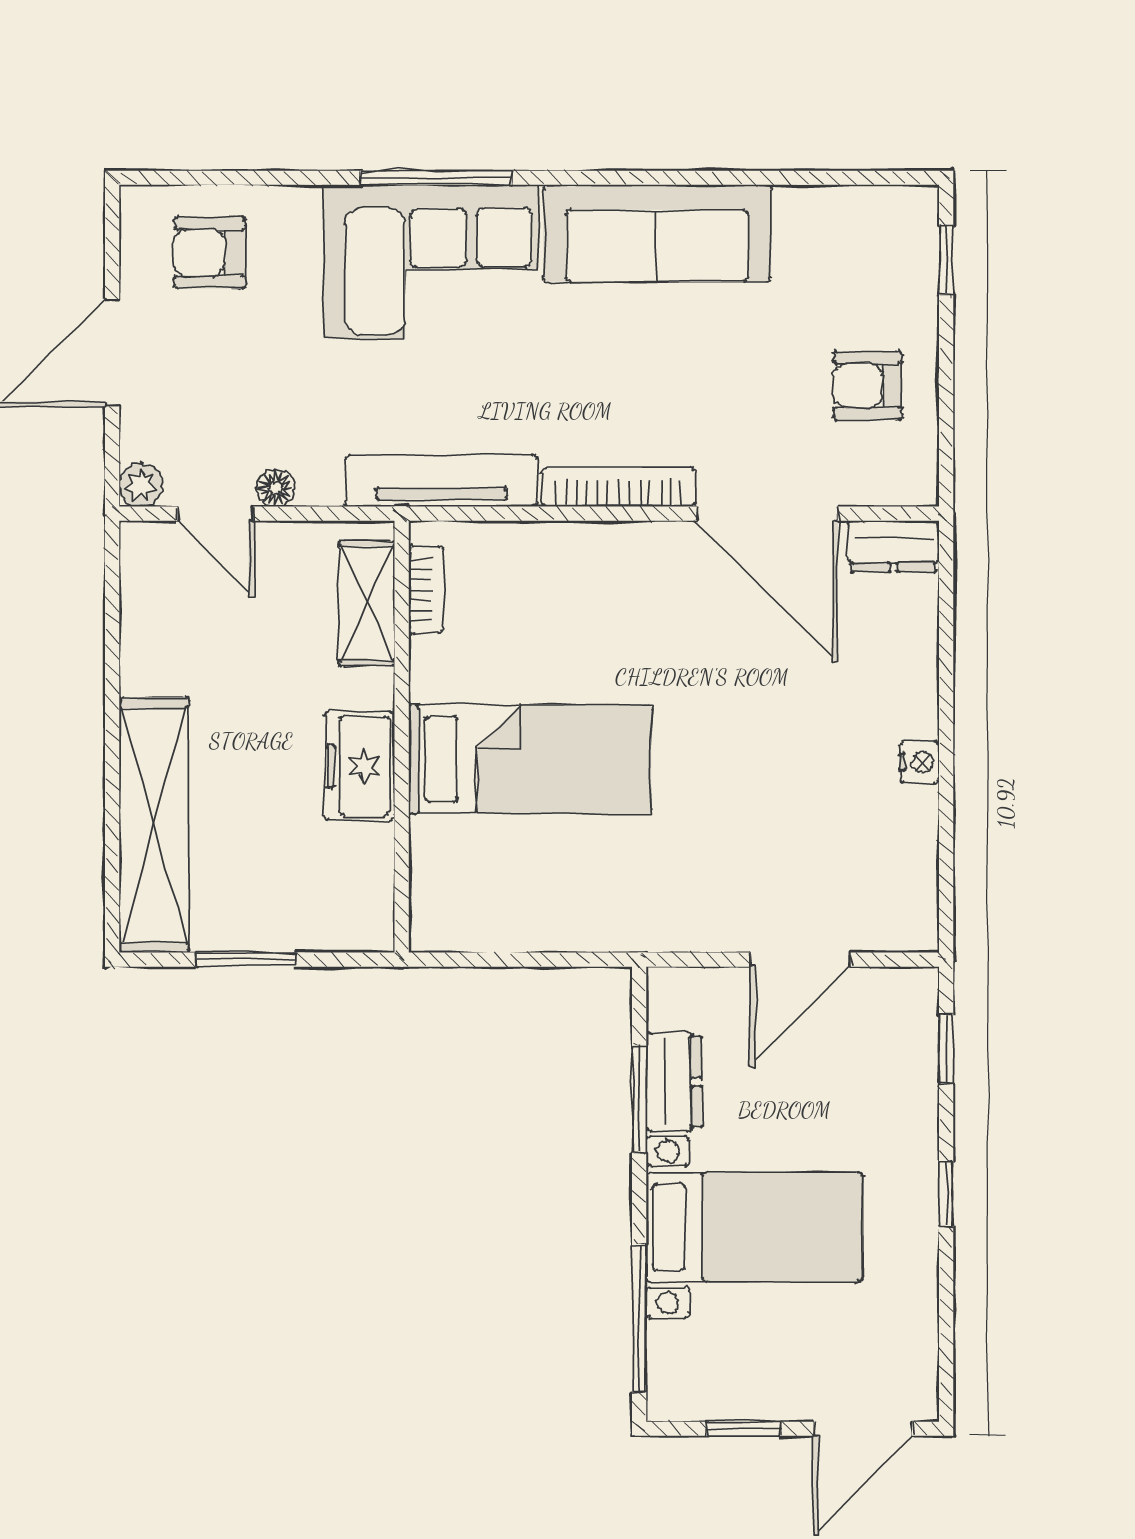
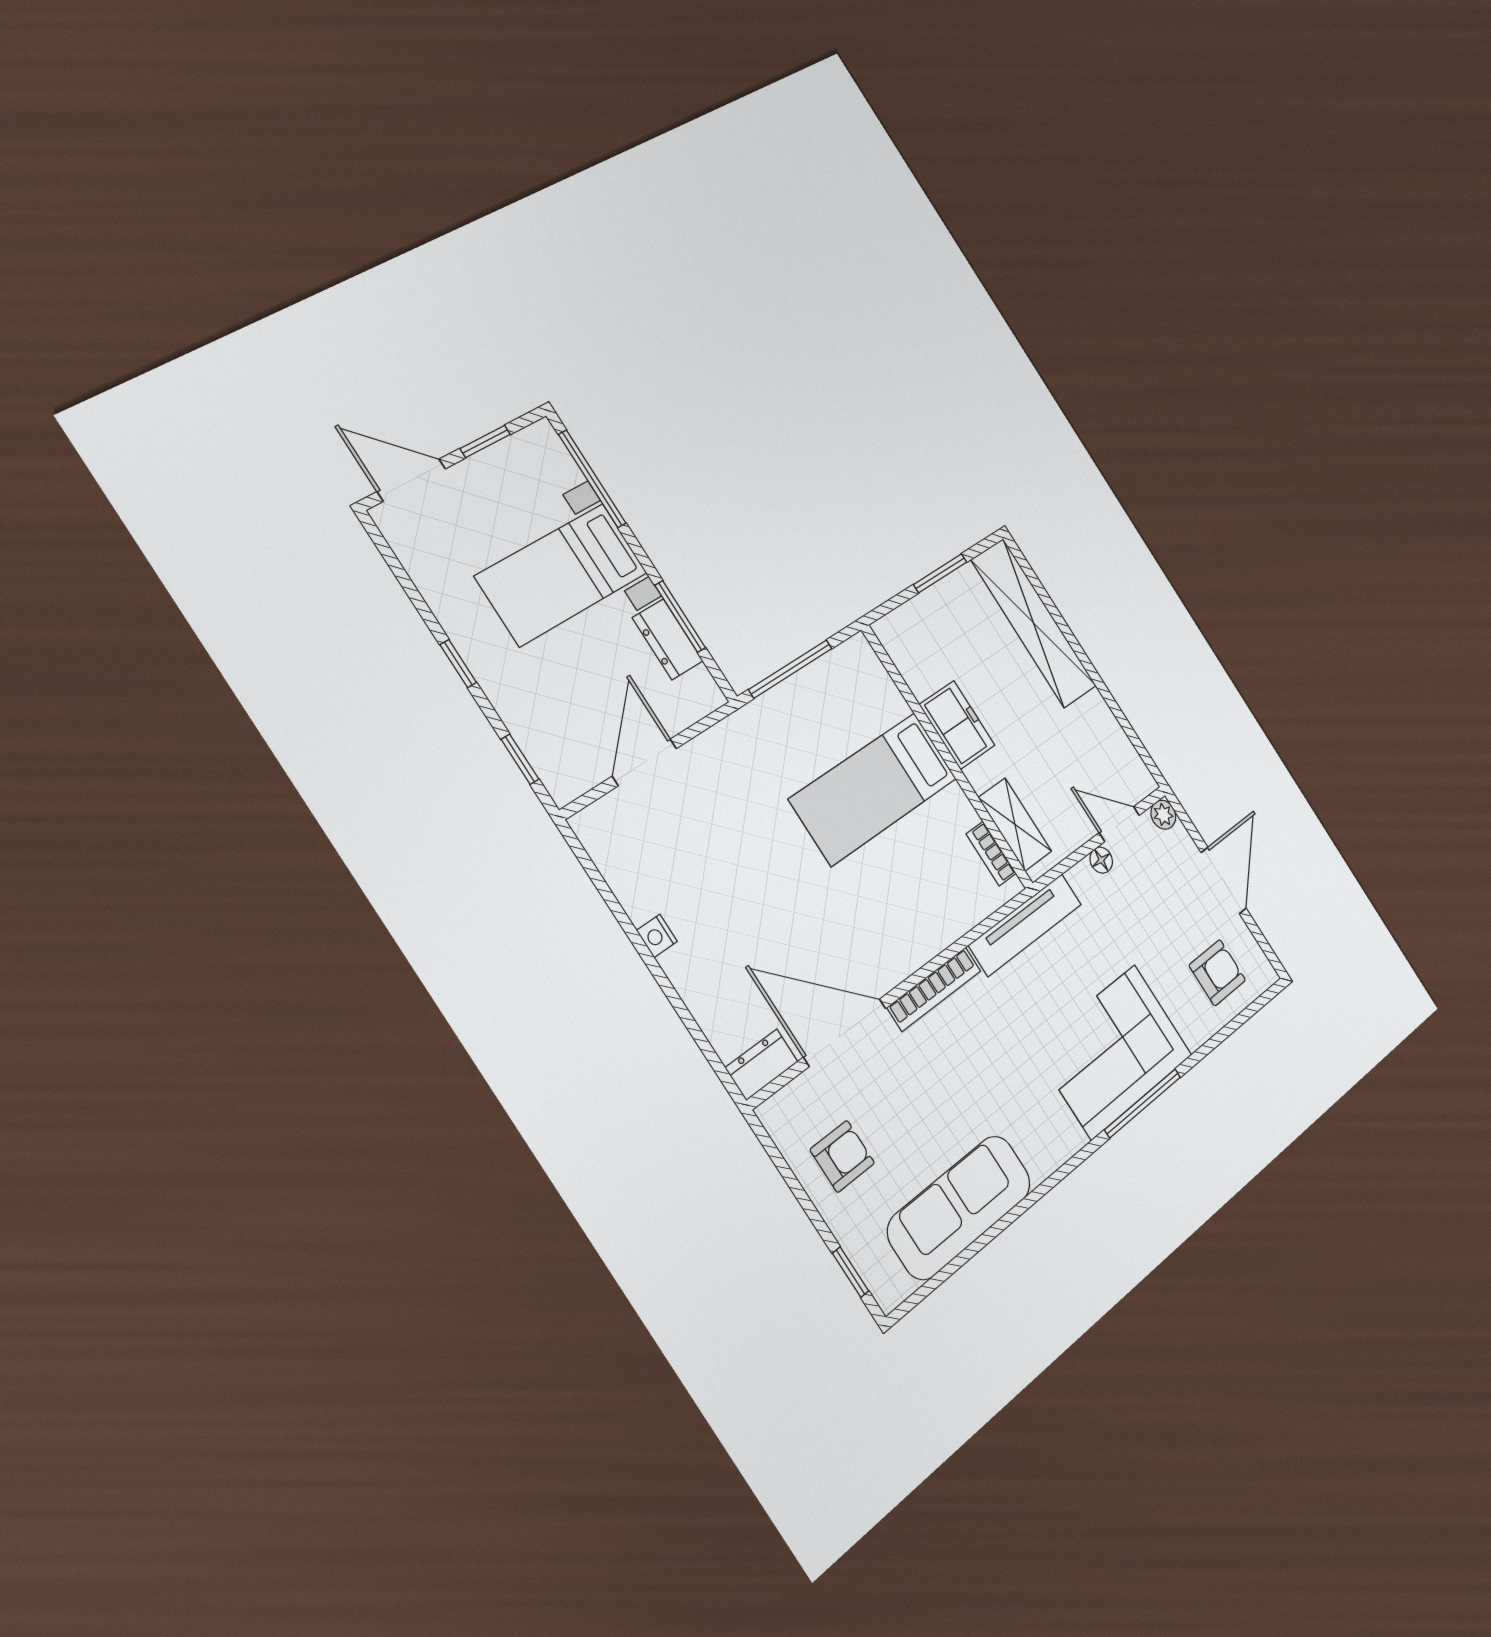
sofa: (657, 233) -> (960, 1207), moved
window: (539, 960) -> (791, 669), added
door: (863, 1429) -> (411, 480), hinge flipped

